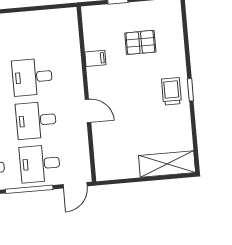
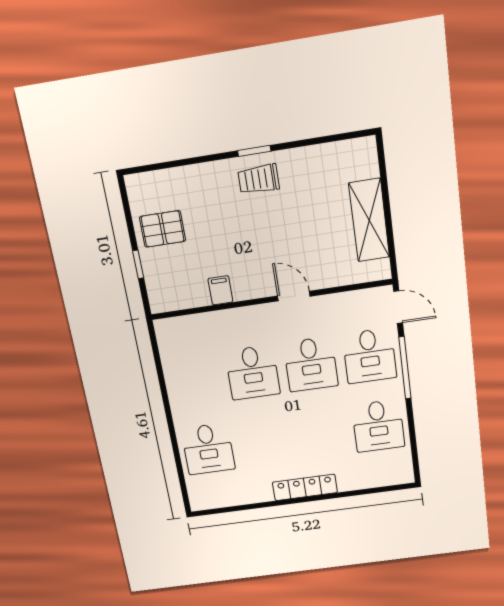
pallet: (140, 42) -> (163, 229), moved, turned 90
door: (88, 111) -> (294, 296), hinge flipped
shelving: (167, 164) -> (369, 220), moved

